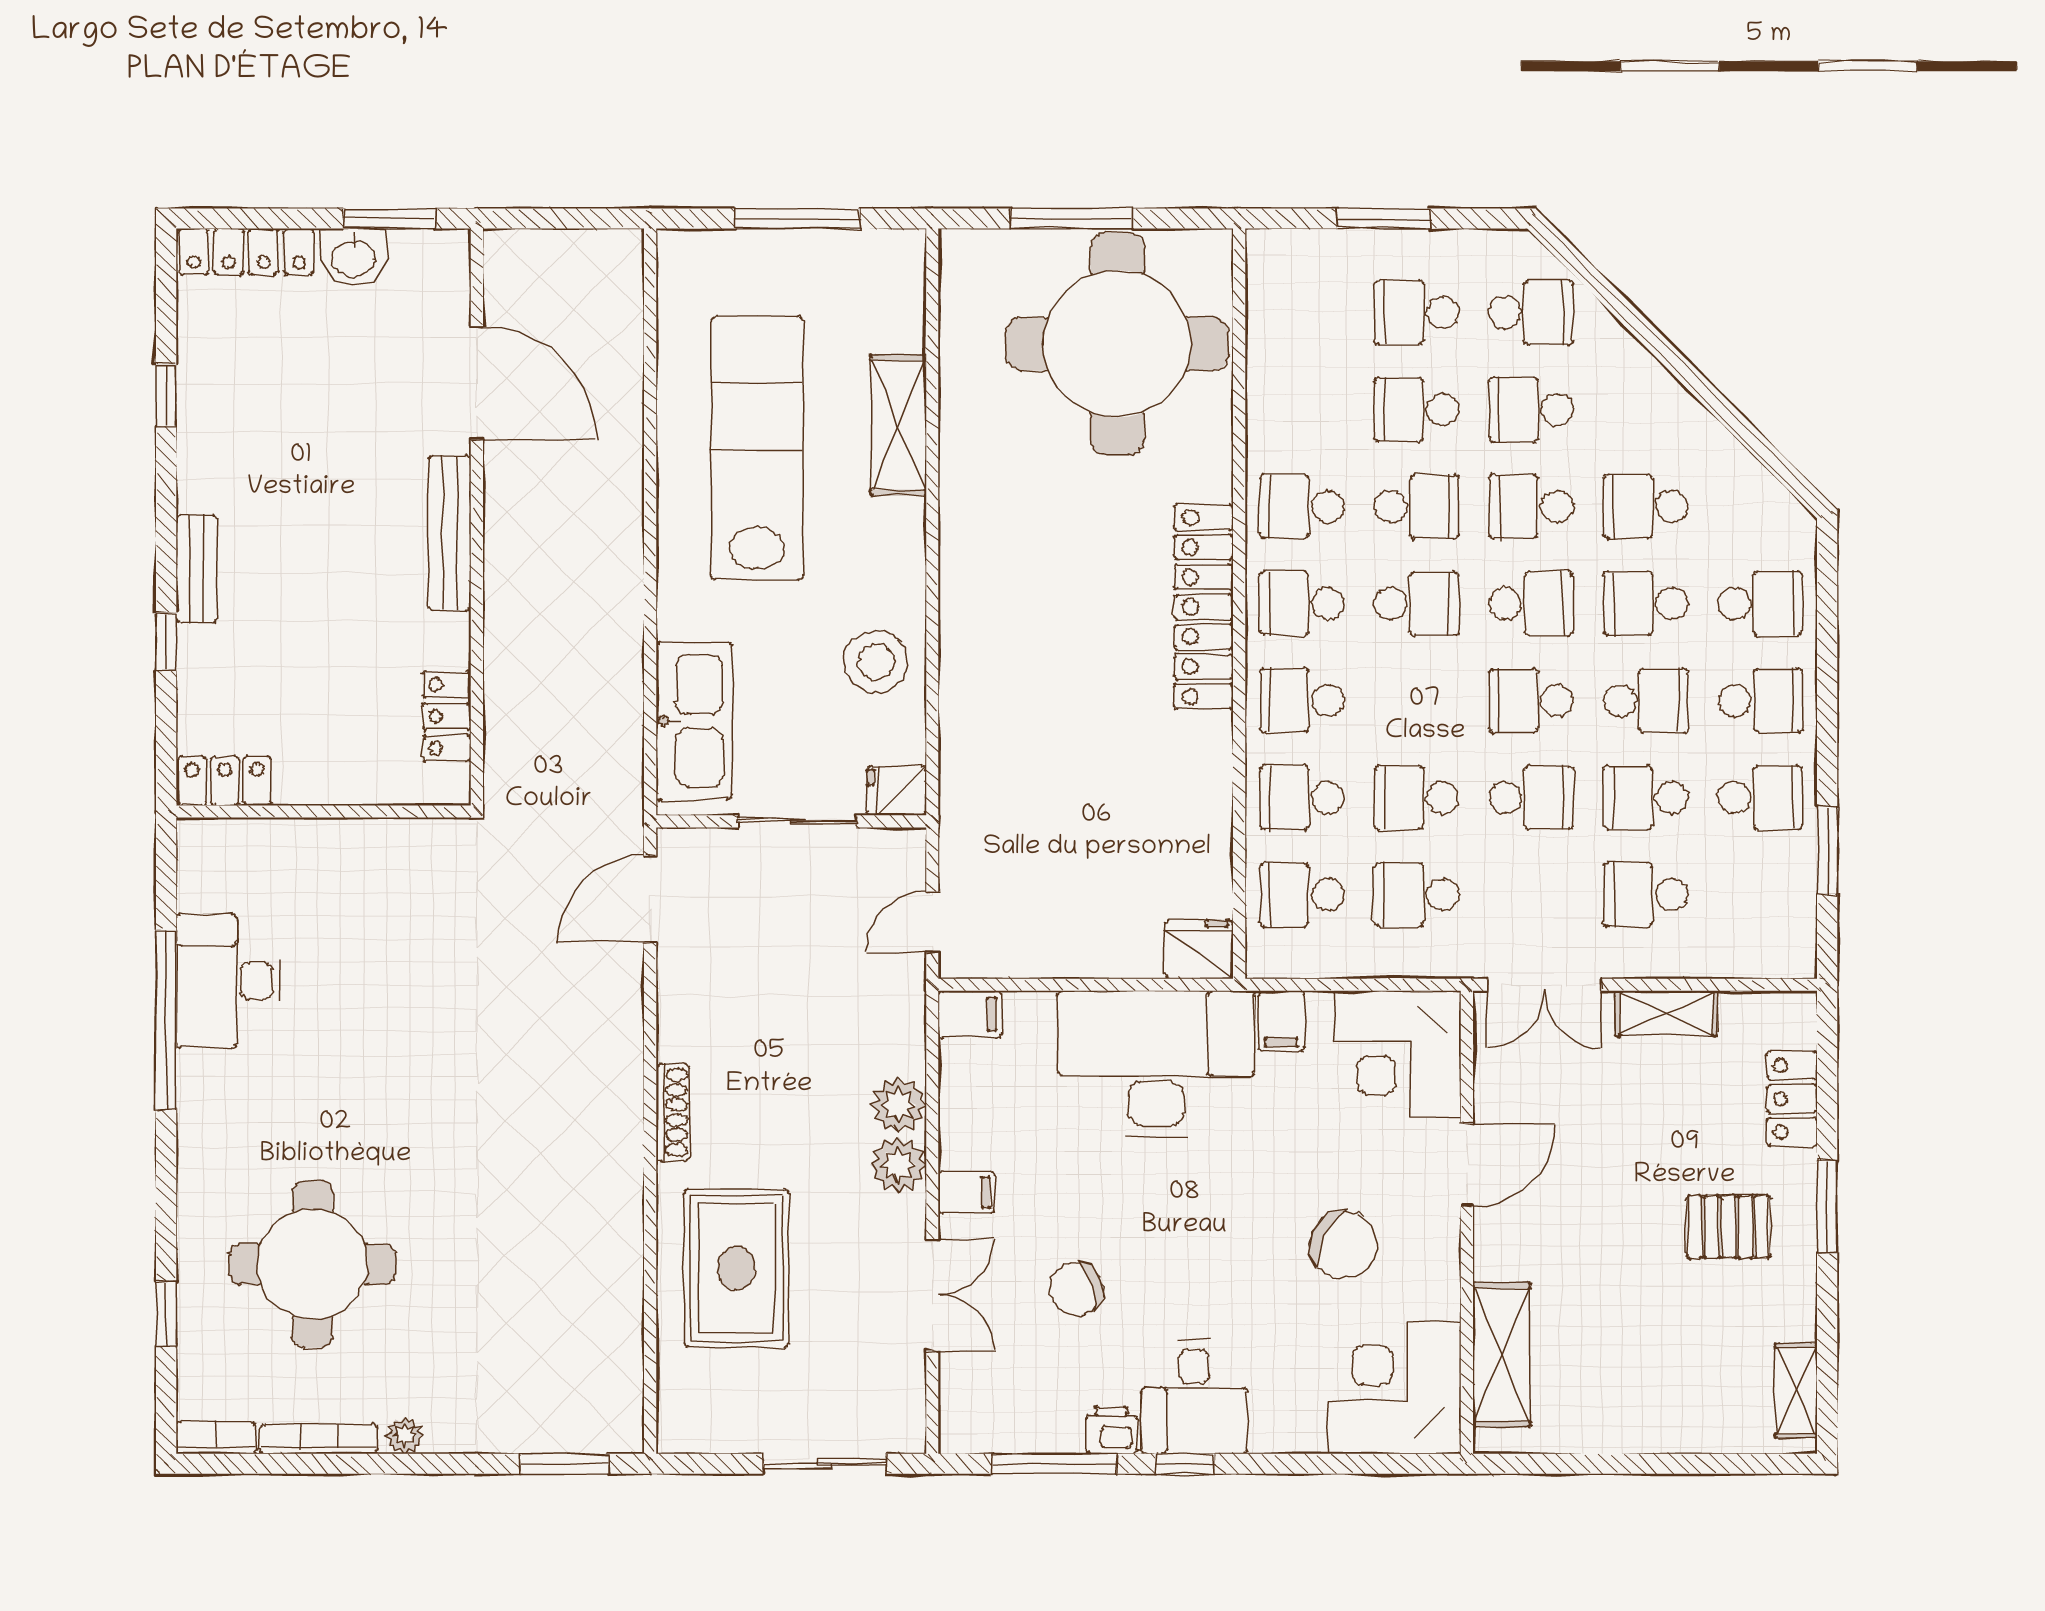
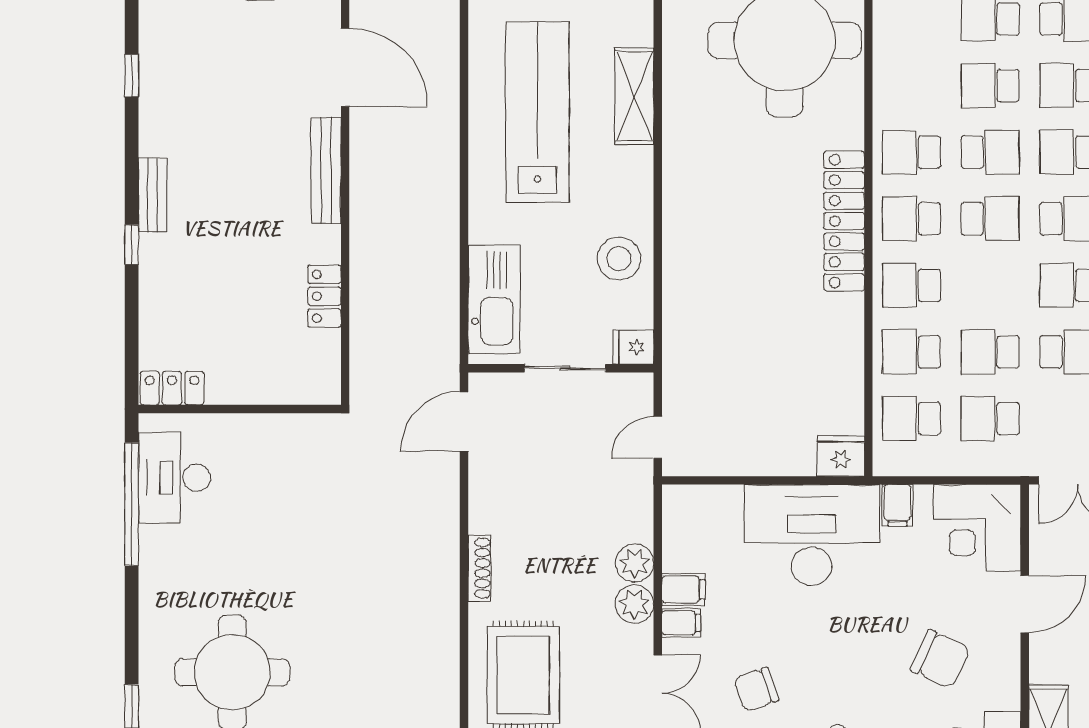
locker: (225, 781) -> (172, 388), moved
wall: (324, 811) -> (240, 409), moved
filing cabinet: (970, 1014) -> (683, 589), moved

